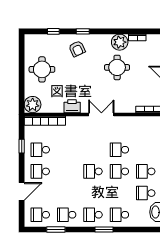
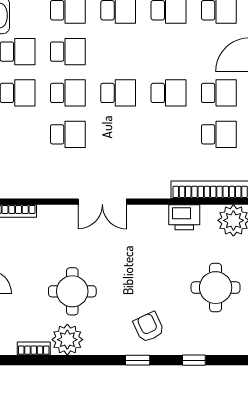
printer: (72, 106) -> (184, 217), moved
school desk: (67, 171) -> (168, 93), added
school desk: (119, 193) -> (68, 52), added

